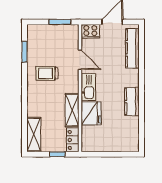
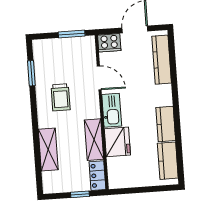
trolley: (47, 73) -> (61, 97), turned -90
kitchen counter: (132, 132) -> (168, 161), added
shelving: (34, 135) -> (48, 150), moved

